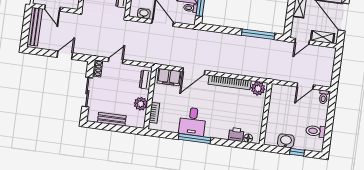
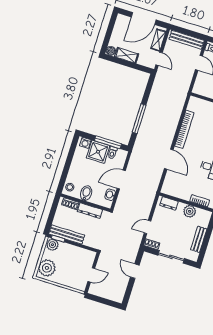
bench: (35, 27) -> (187, 40), moved
window: (258, 34) -> (139, 119), moved
door: (116, 61) -> (148, 227), hinge flipped
filing cabinet: (169, 77) -> (170, 182), removed
plant: (258, 88) -> (194, 105), removed

